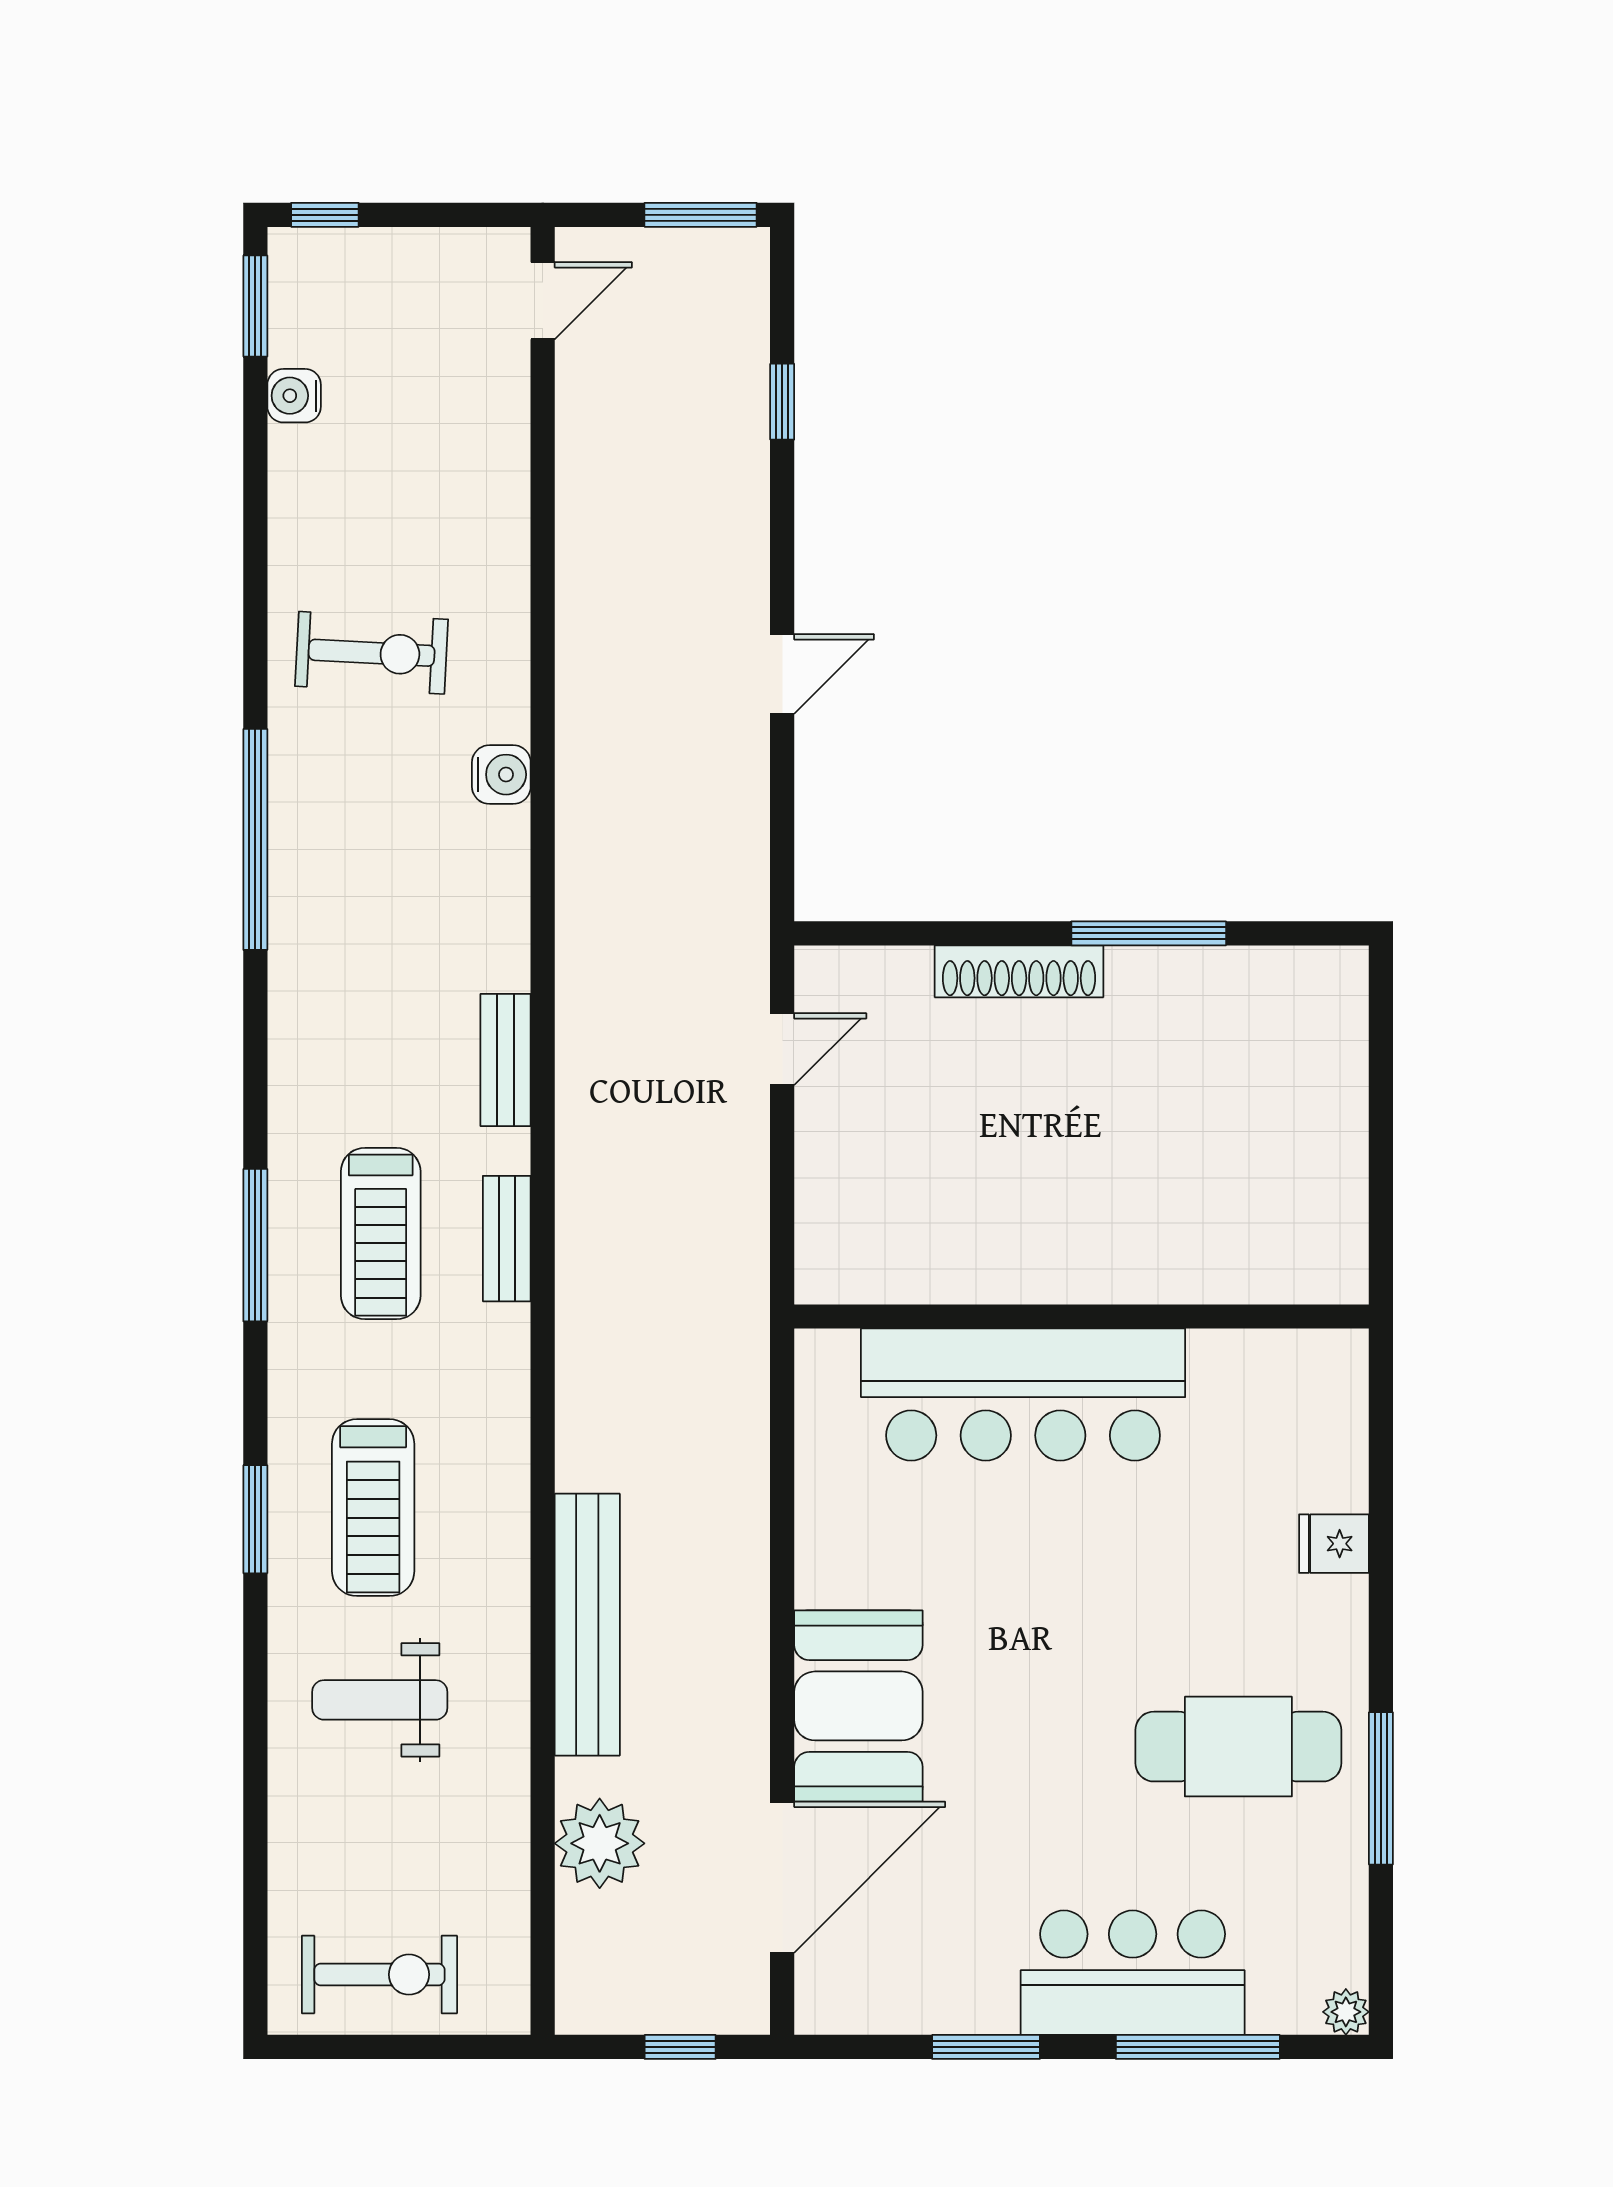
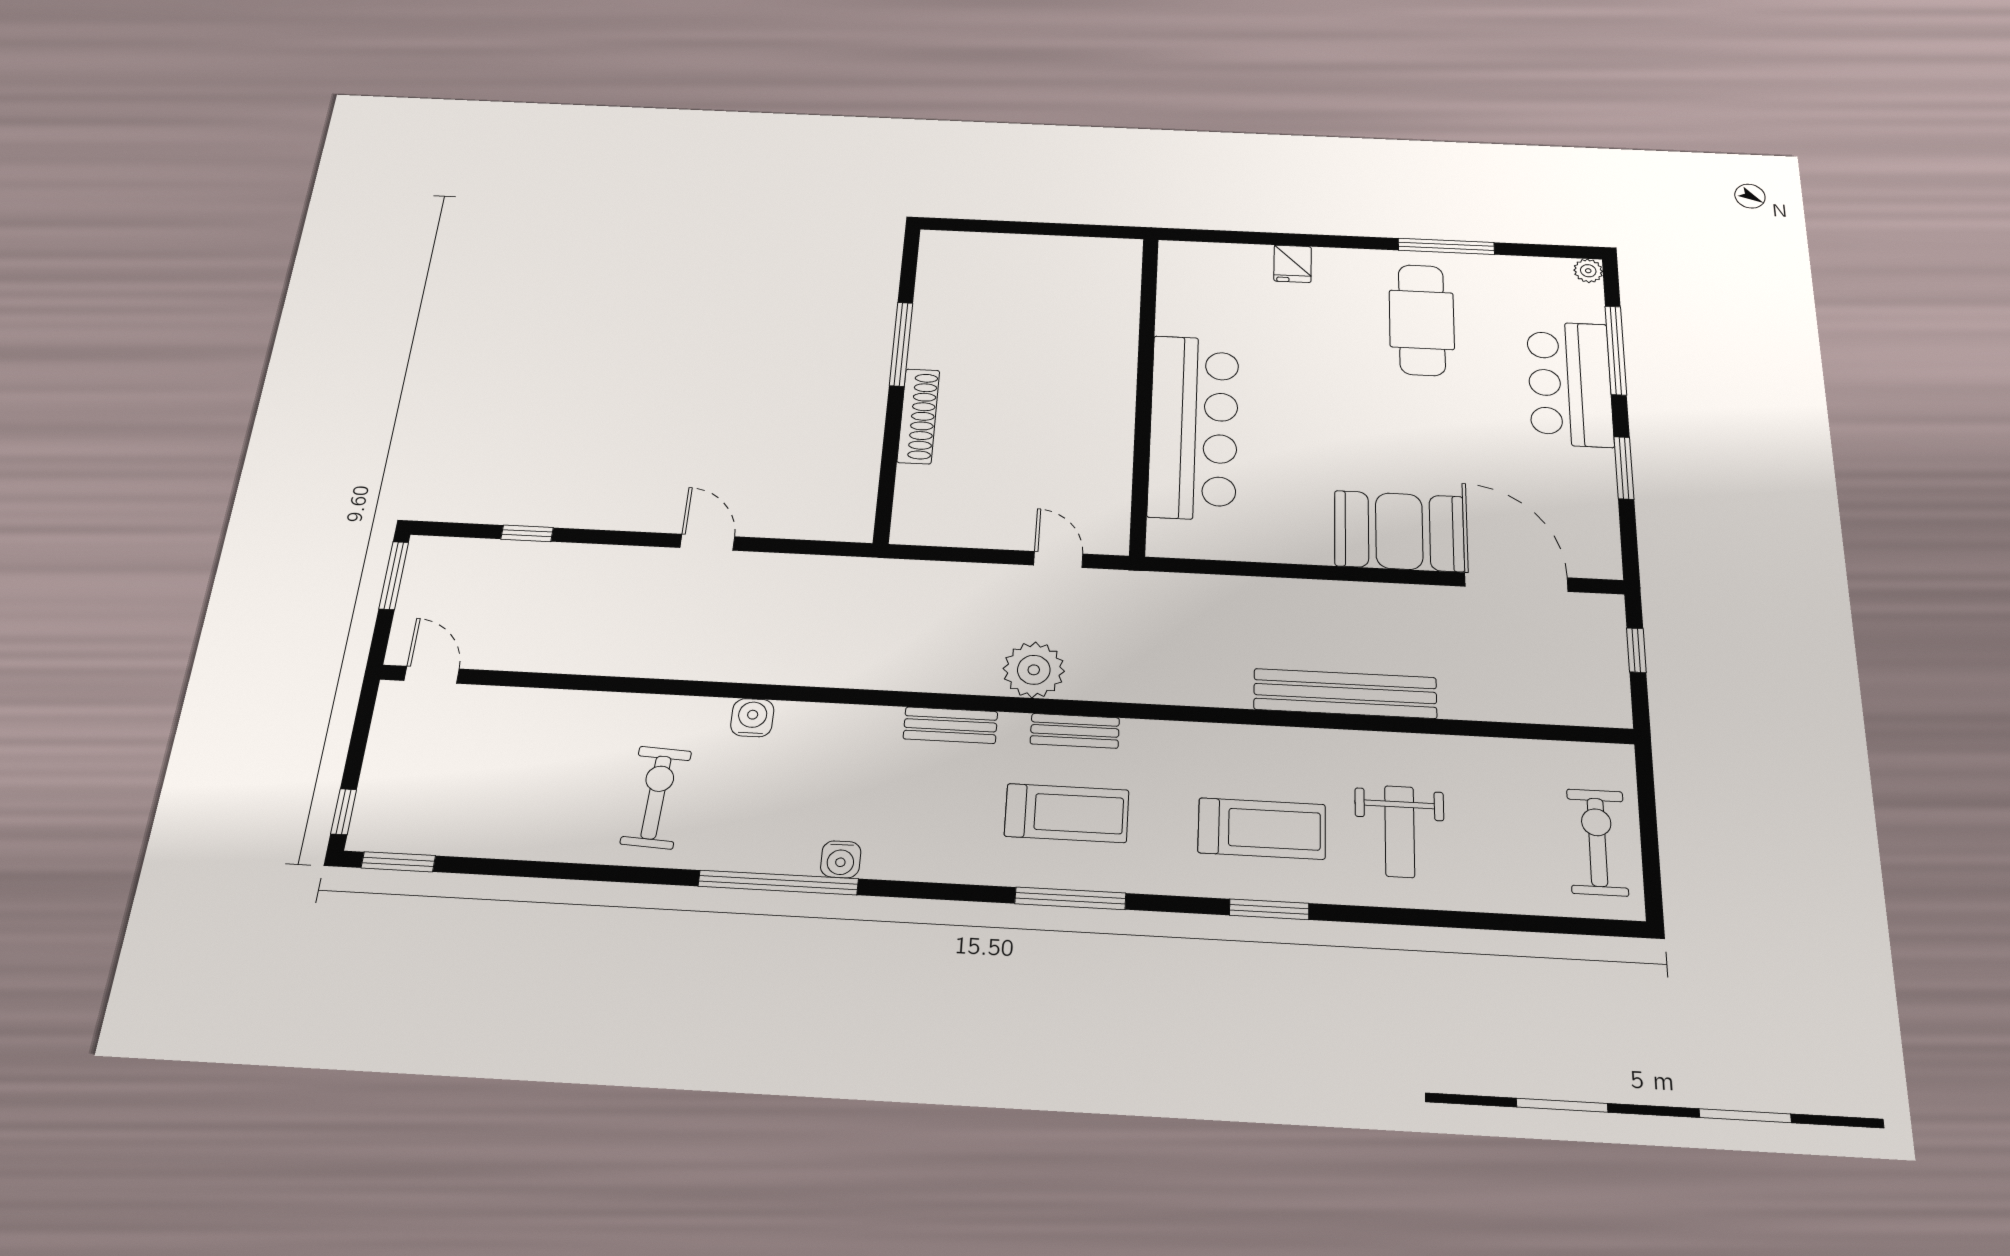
water cooler: (294, 396) -> (841, 859), moved
door: (782, 1049) -> (1058, 559), moved
plant: (600, 1843) -> (1034, 670), moved

